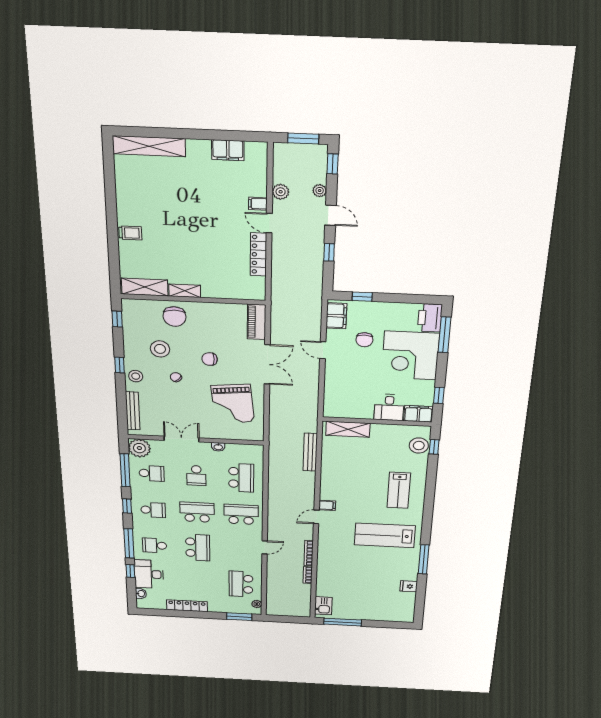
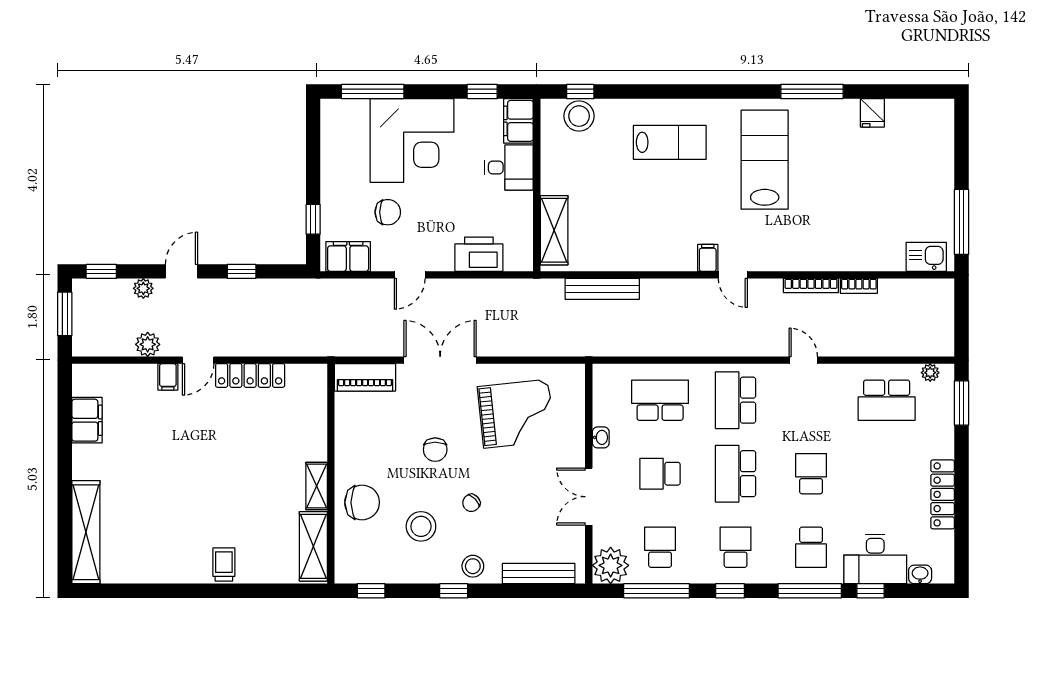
printer: (430, 318) -> (479, 254), moved, turned 180
school desk: (196, 476) -> (660, 474), turned 180
lab bench: (385, 535) -> (765, 160), turned 180
school desk: (198, 548) -> (811, 474), width x0.54

